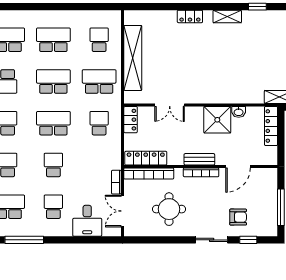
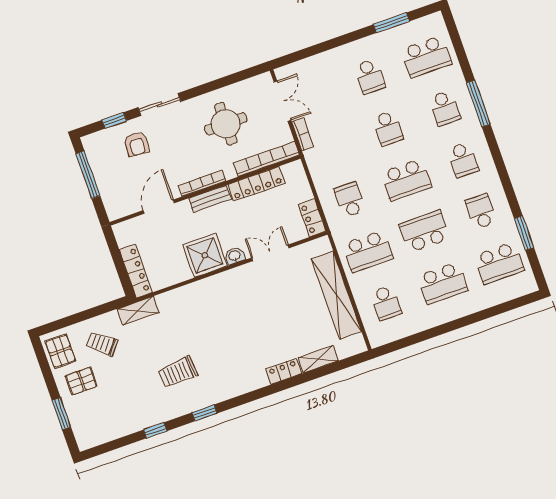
shelving: (227, 16) -> (318, 359), moved
trolley: (266, 43) -> (178, 372), added
school desk: (53, 81) -> (424, 231), turned 180
washbasin: (239, 112) -> (235, 256), moved
school desk: (99, 123) -> (350, 200), turned 180
locker: (146, 158) -> (256, 184), moved
armchair: (238, 217) -> (137, 144), turned -85
desk: (87, 221) -> (322, 74), removed
window: (24, 240) -> (391, 23), width x0.69

